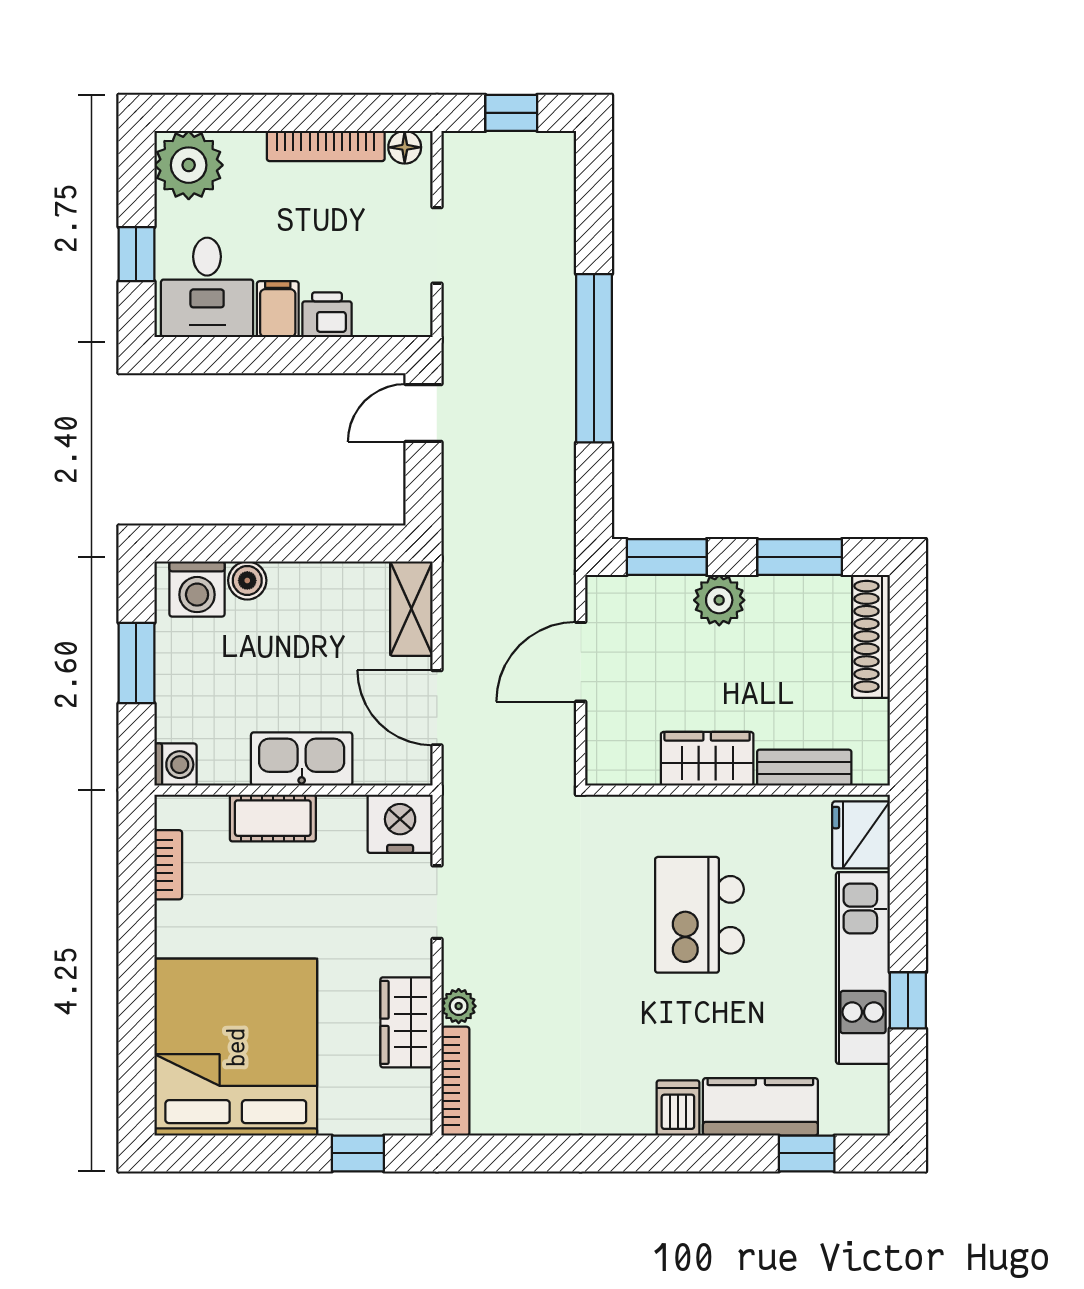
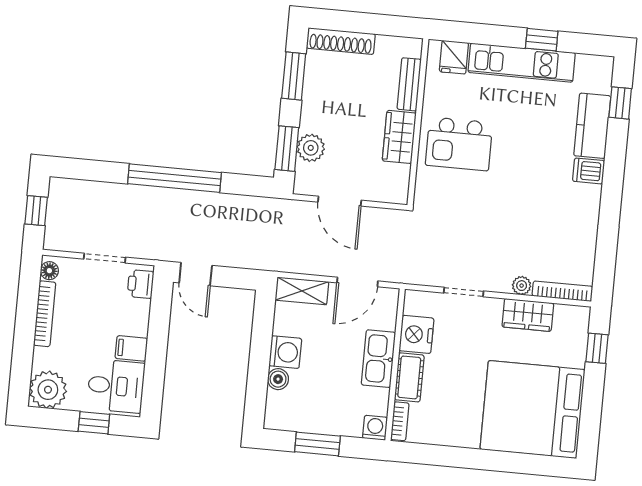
printer: (327, 315) -> (140, 284), moved
washing machine: (197, 589) -> (285, 352), moved
plant: (719, 600) -> (311, 148), moved
nightstand: (400, 824) -> (416, 334), moved
fridge: (861, 835) -> (454, 57), width x0.72
bookcase: (168, 865) -> (400, 421), moved, turned 90
kitchen island: (699, 915) -> (459, 144), moved

